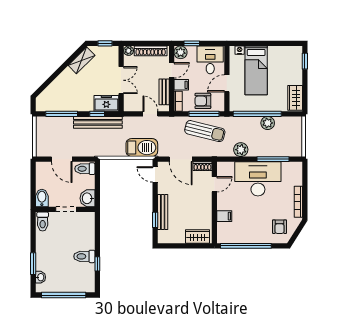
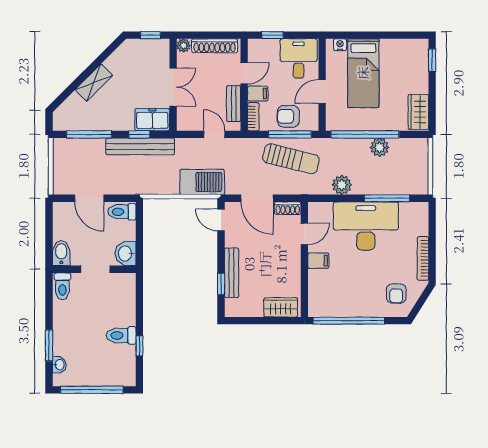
plant: (181, 52) -> (257, 48), removed
shelving: (82, 60) -> (94, 83), moved
filing cabinet: (224, 216) -> (318, 261), moved

